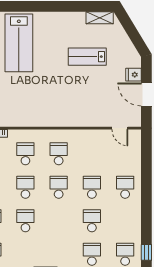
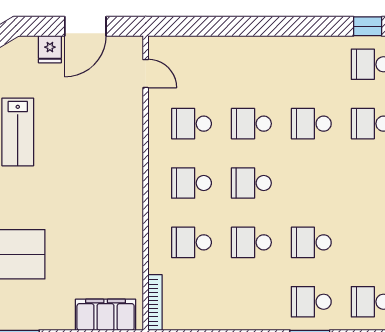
door: (120, 128) -> (146, 74), hinge flipped
school desk: (125, 187) -> (191, 124), moved

